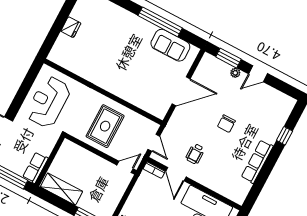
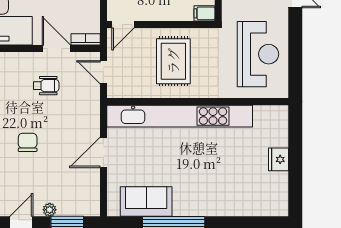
kitchen unit: (120, 89) -> (180, 116), added
door: (181, 91) -> (103, 152), width x0.73
filing cabinet: (69, 146) -> (204, 13), added
wheelchair: (195, 154) -> (46, 86), turned 90

